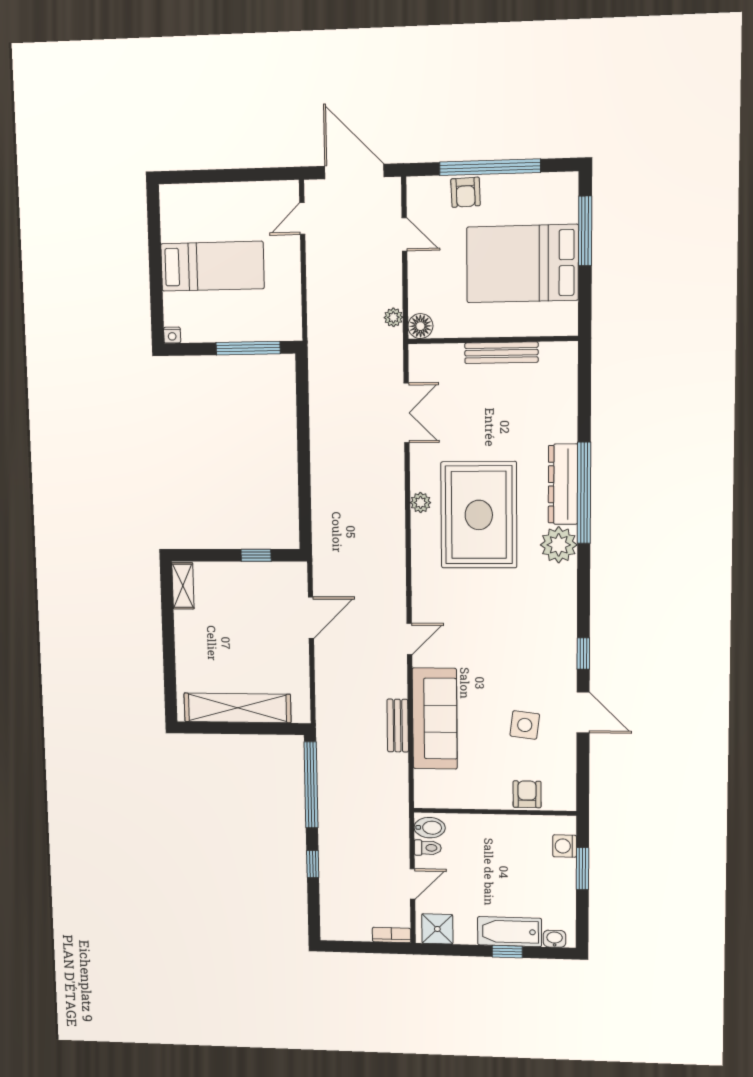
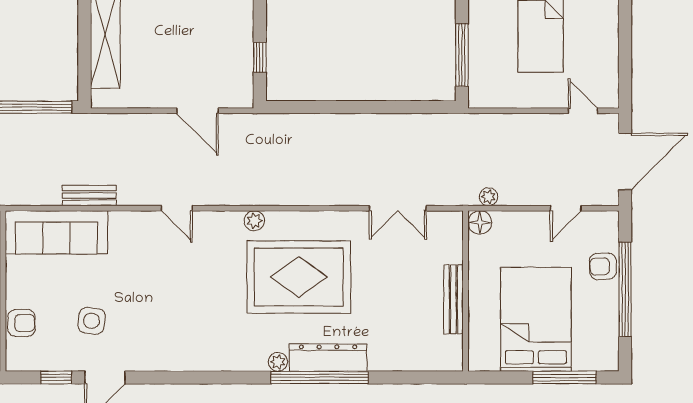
plant: (421, 503) -> (254, 221), moved
plant: (559, 545) -> (278, 362), width x0.53, depth x0.53
window: (583, 653) -> (56, 377), moved
sofa: (435, 719) -> (56, 232), moved

